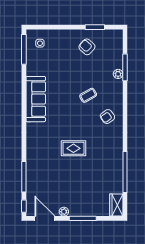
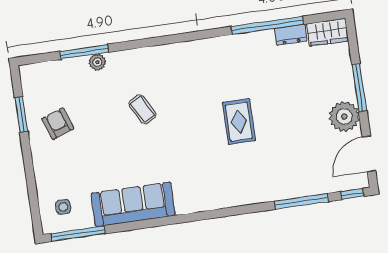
armchair: (87, 47) -> (58, 124), turned 118
sofa: (36, 99) -> (133, 204), moved
armchair: (107, 117) -> (175, 70), removed
dresser: (118, 184) -> (291, 35), added
plant: (64, 212) -> (344, 116), width x1.88, depth x1.88

